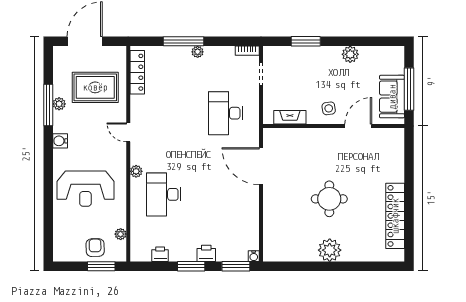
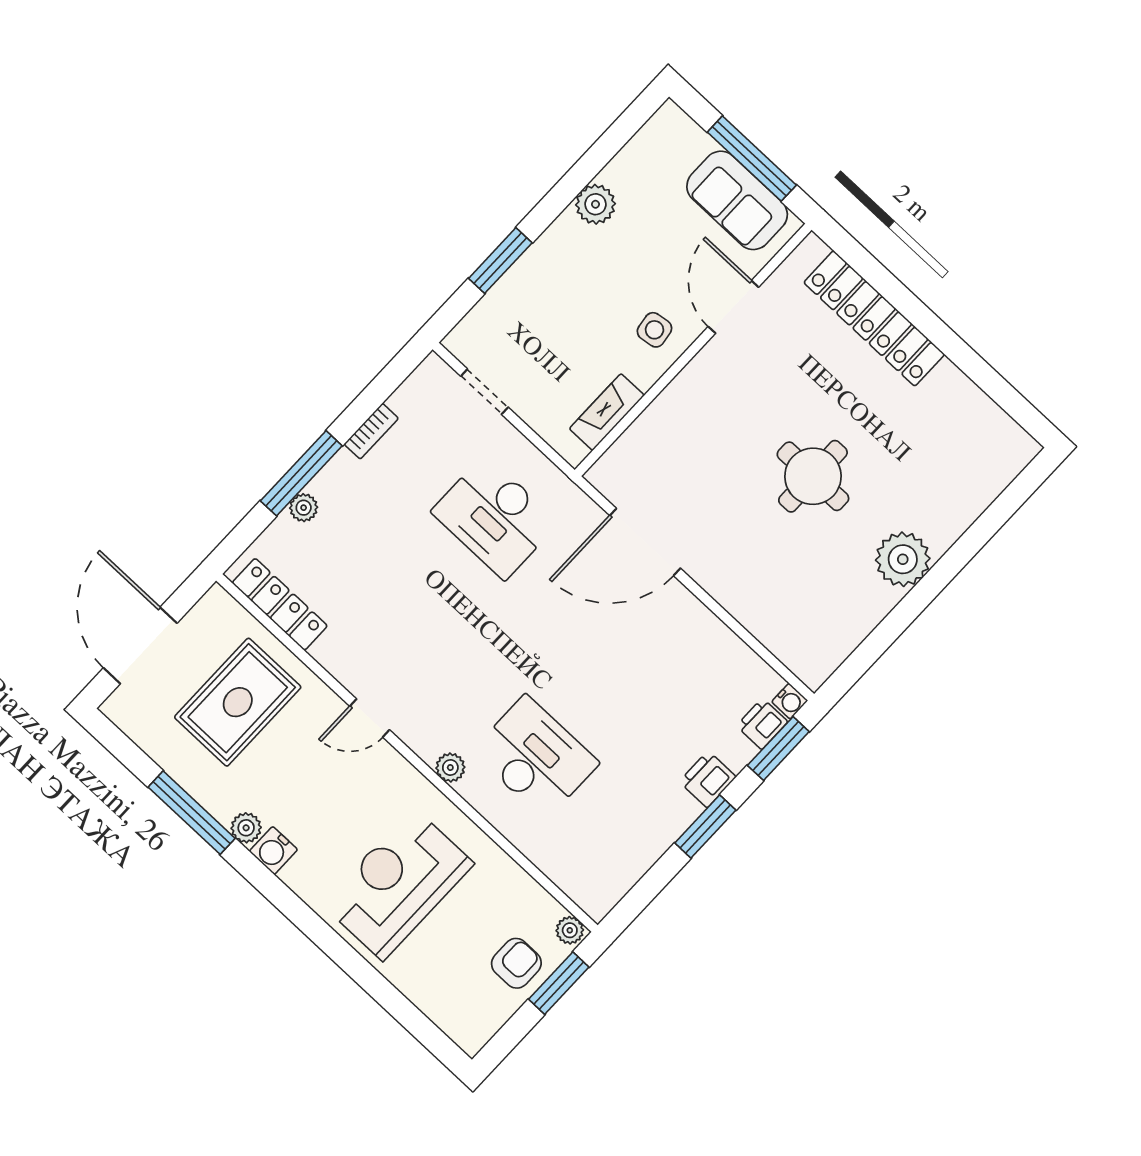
bookcase: (247, 51) -> (371, 431), moved
plant: (198, 52) -> (304, 508), moved
plant: (59, 104) -> (246, 828), moved
reception desk: (85, 189) -> (398, 884), turned 180
desk: (164, 194) -> (535, 757), turned 180
locker: (395, 216) -> (874, 318), moved
plant: (121, 234) -> (570, 930), moved
armchair: (95, 248) -> (516, 963), turned 91
printer: (160, 254) -> (762, 724), moved

